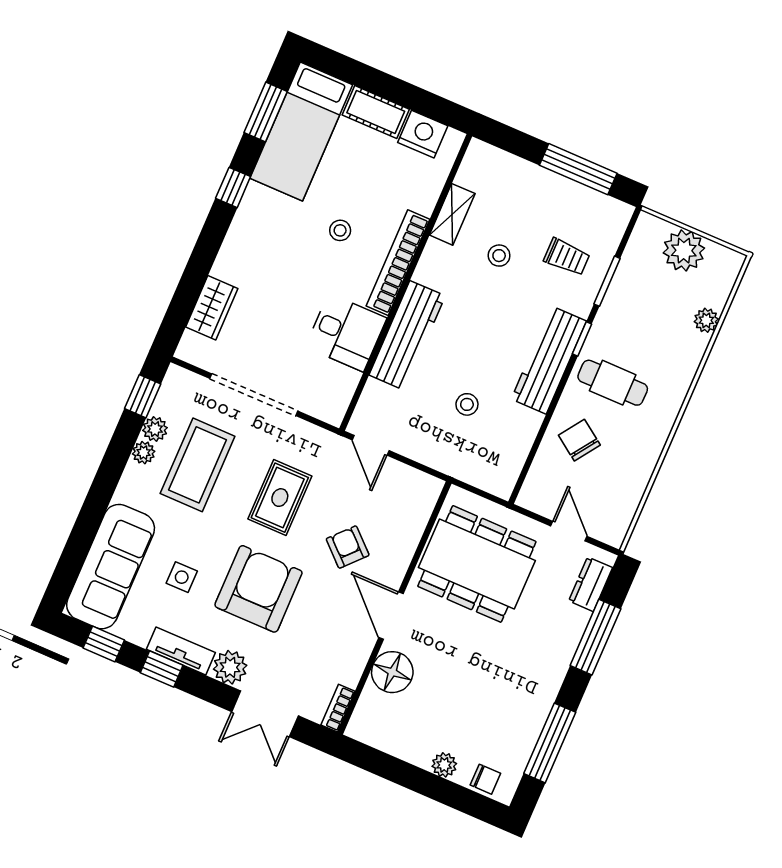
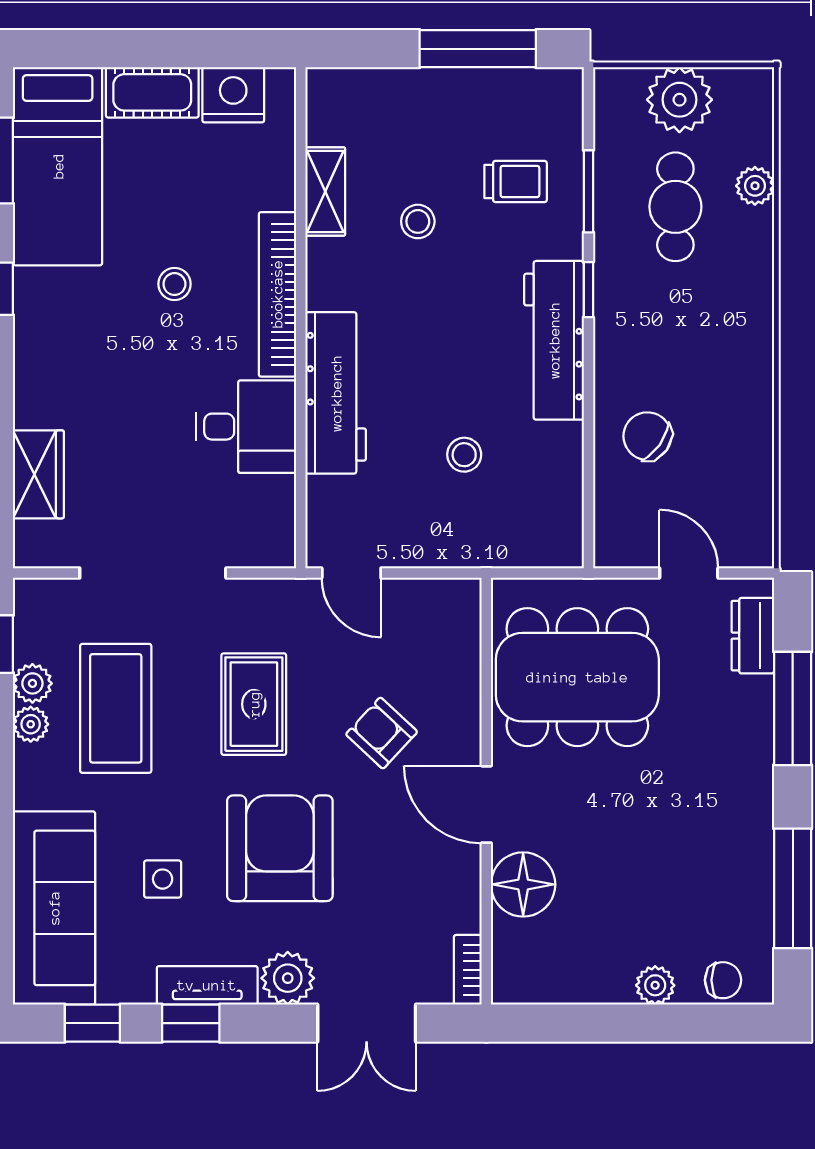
cafe table: (613, 383) -> (675, 207), moved, turned 90

